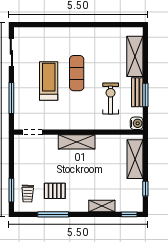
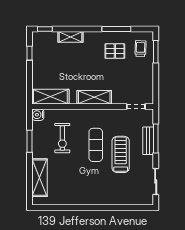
exercise mat: (77, 73) -> (96, 145), moved
treadmill: (49, 81) -> (121, 154), turned 180
bench: (137, 92) -> (148, 141), moved
shelving: (135, 159) -> (50, 97), moved, turned 90

